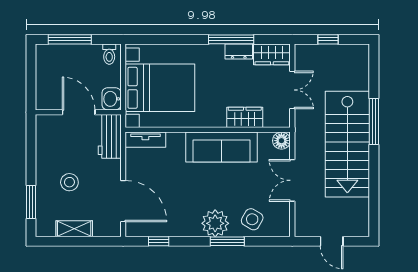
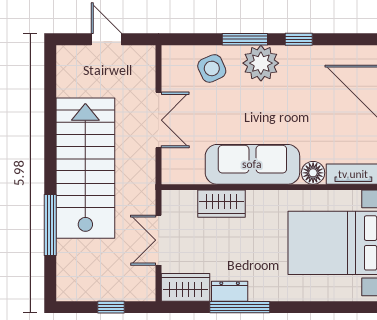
window: (374, 121) -> (50, 225), moved
floor lamp: (281, 141) -> (313, 173), moved
side table: (252, 219) -> (212, 68), turned 36
window: (159, 241) -> (299, 39), moved

